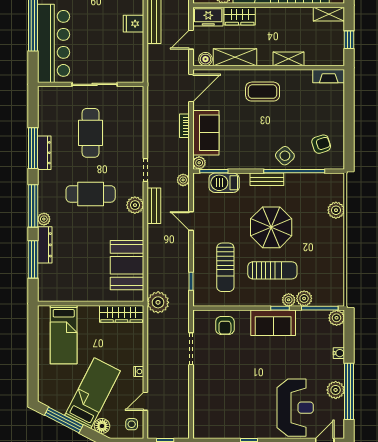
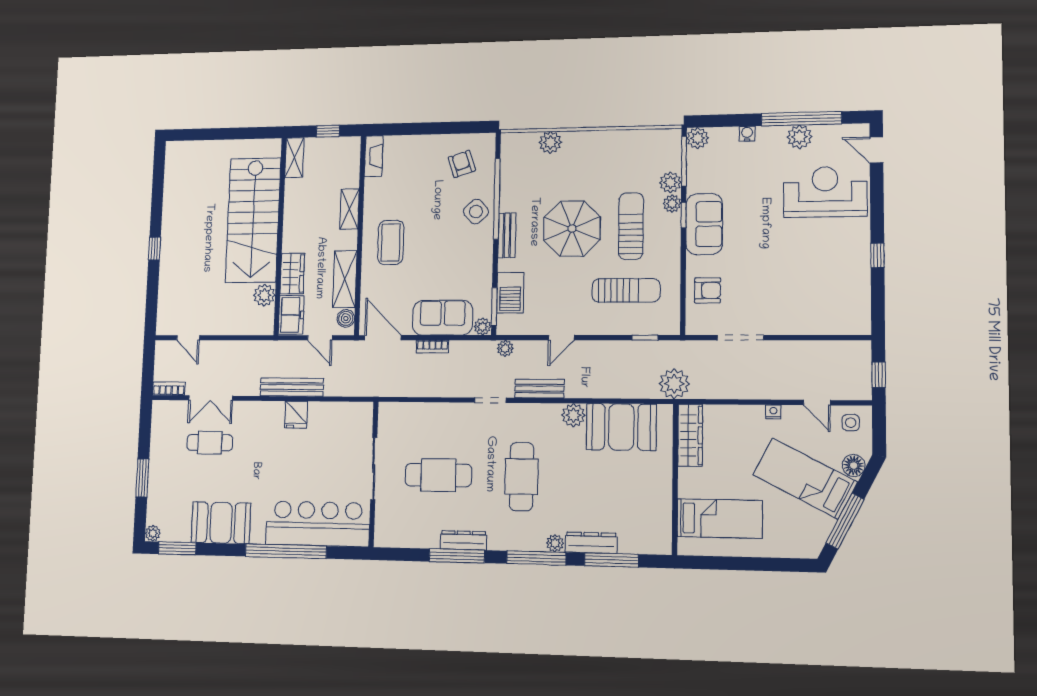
plant: (135, 205) -> (573, 415), moved

